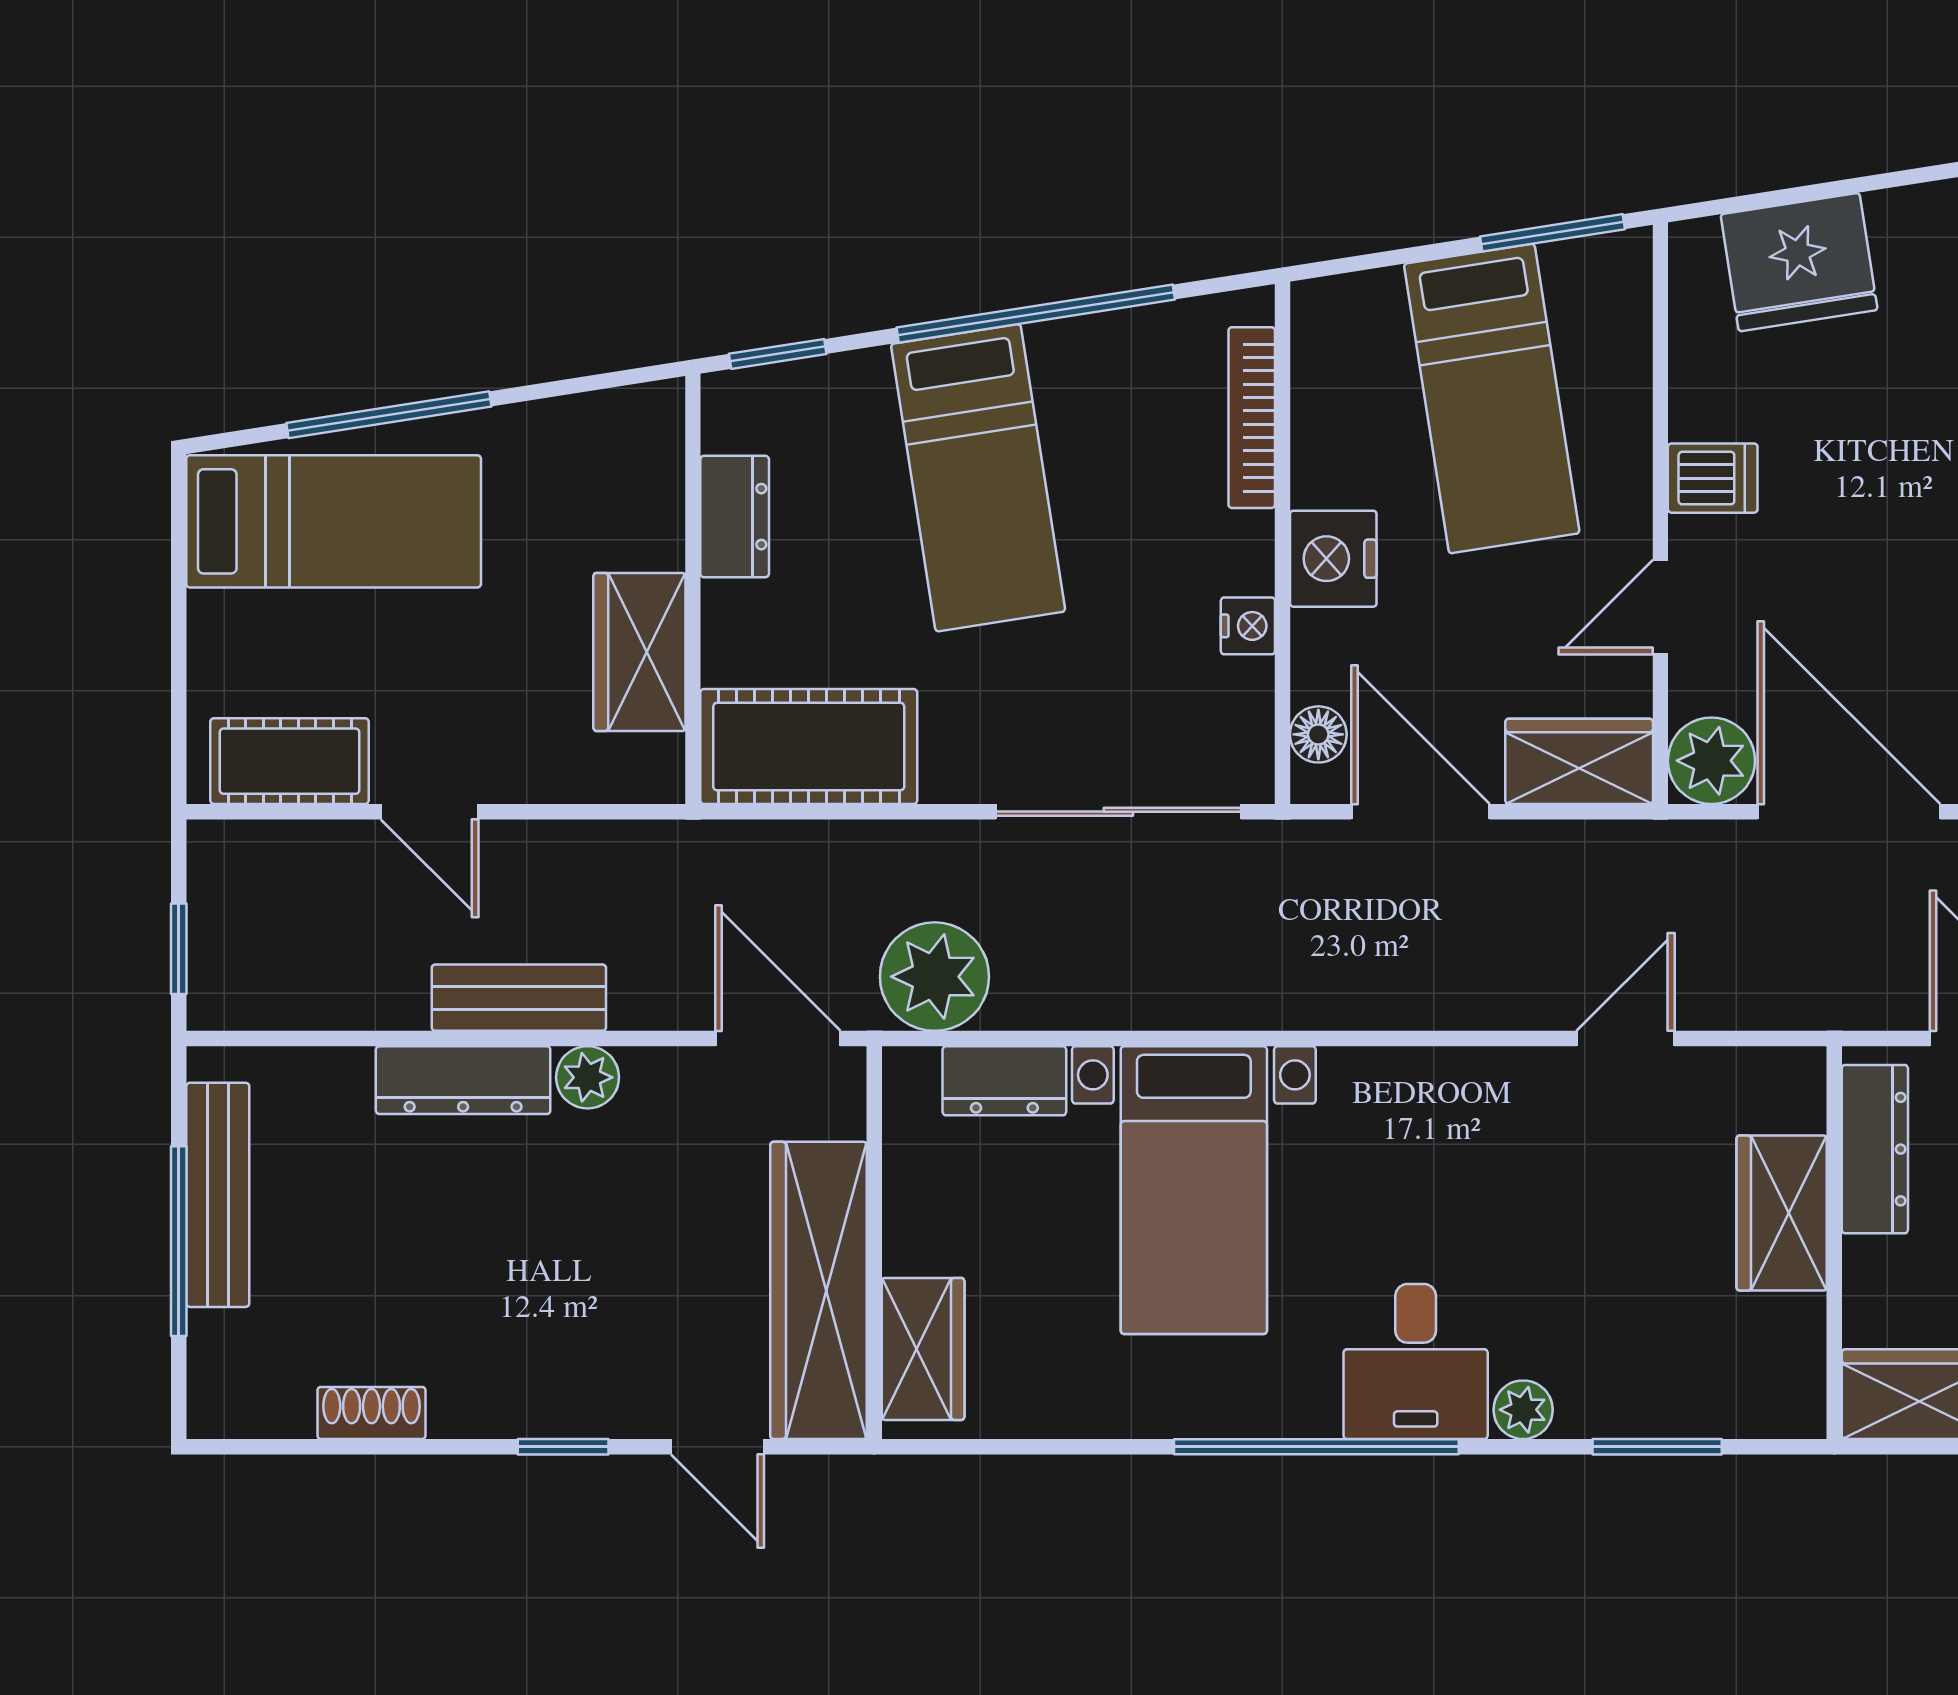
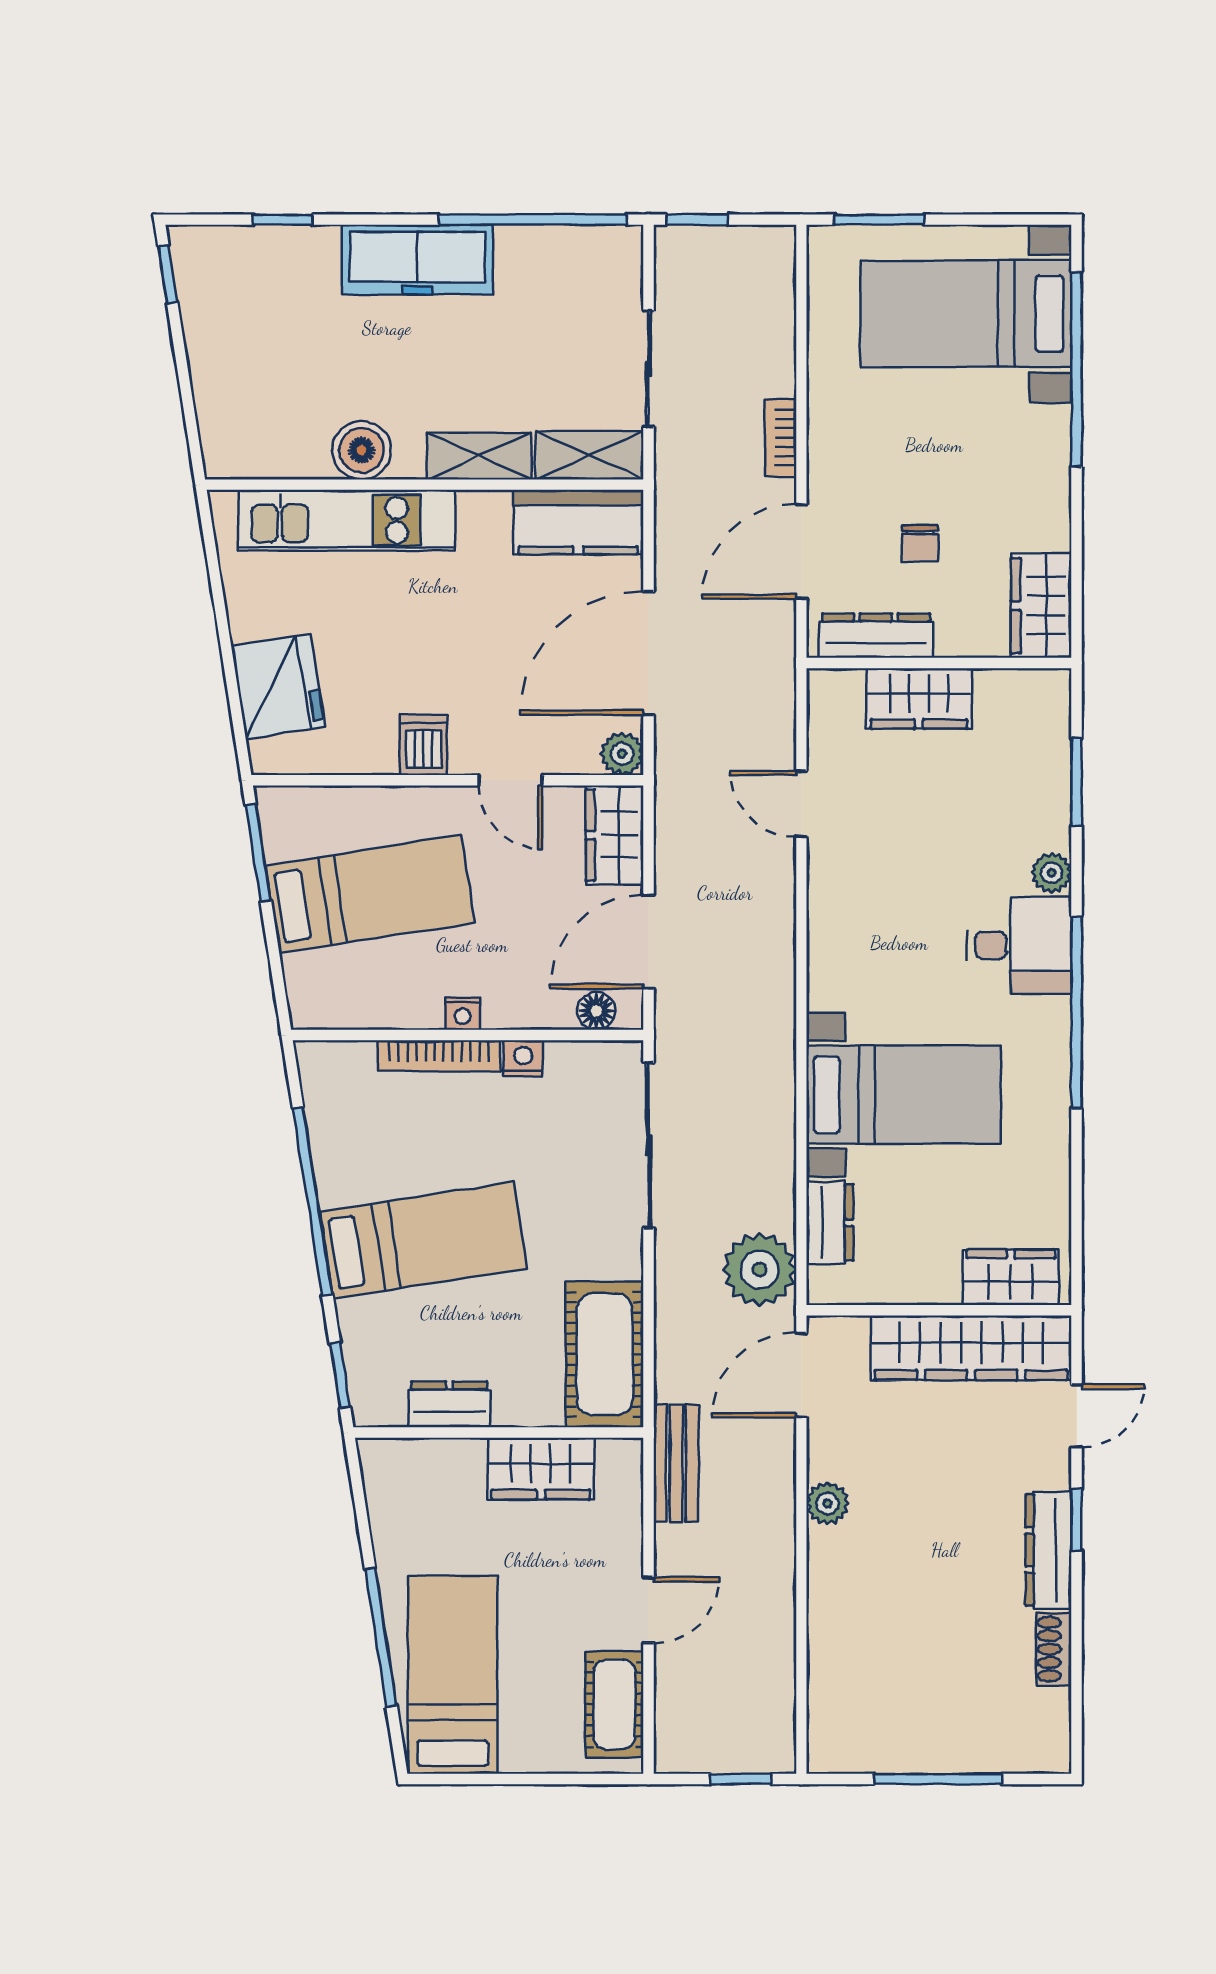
bookcase: (1252, 418) -> (439, 1056), moved
nightstand: (1333, 559) -> (463, 1014), width x0.53, depth x0.56
plant: (1711, 761) -> (622, 754), width x0.73, depth x0.73
bench: (519, 998) -> (676, 1463), moved
dresser: (463, 1080) -> (1048, 1550), moved, turned 180
bench: (218, 1195) -> (907, 1753), removed

